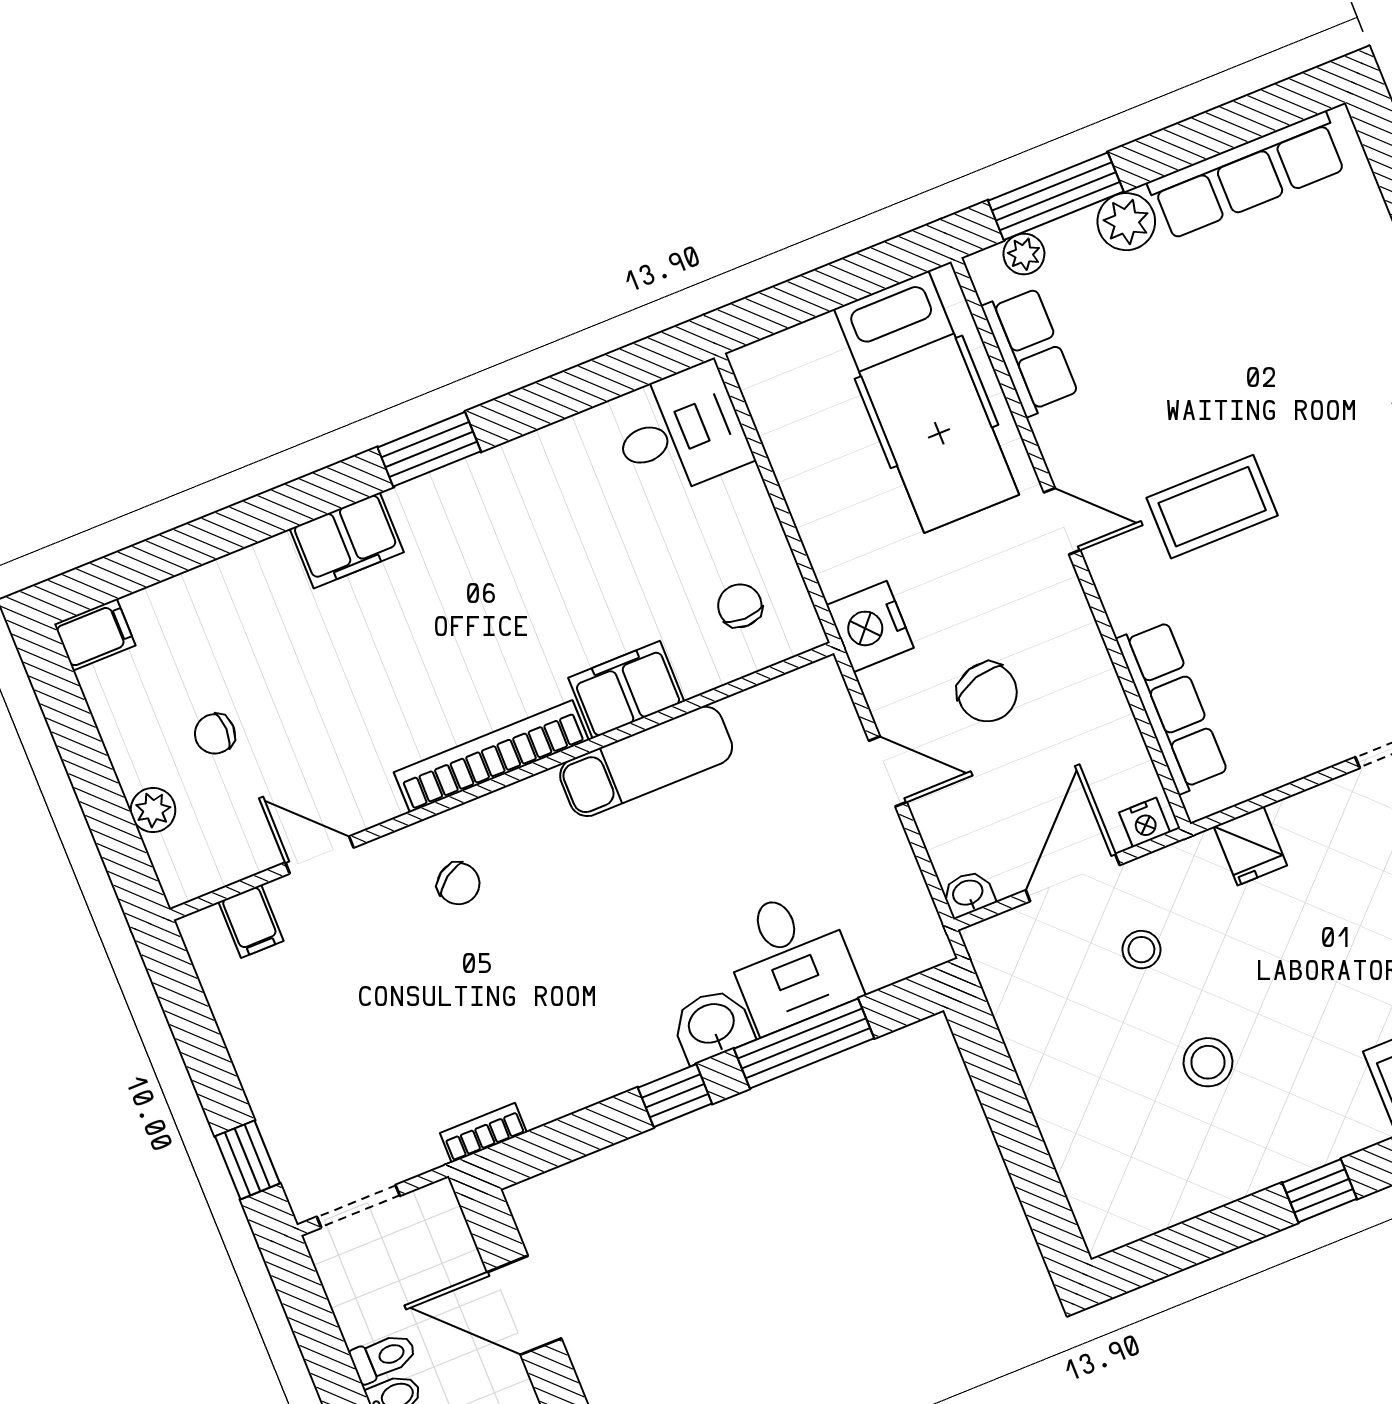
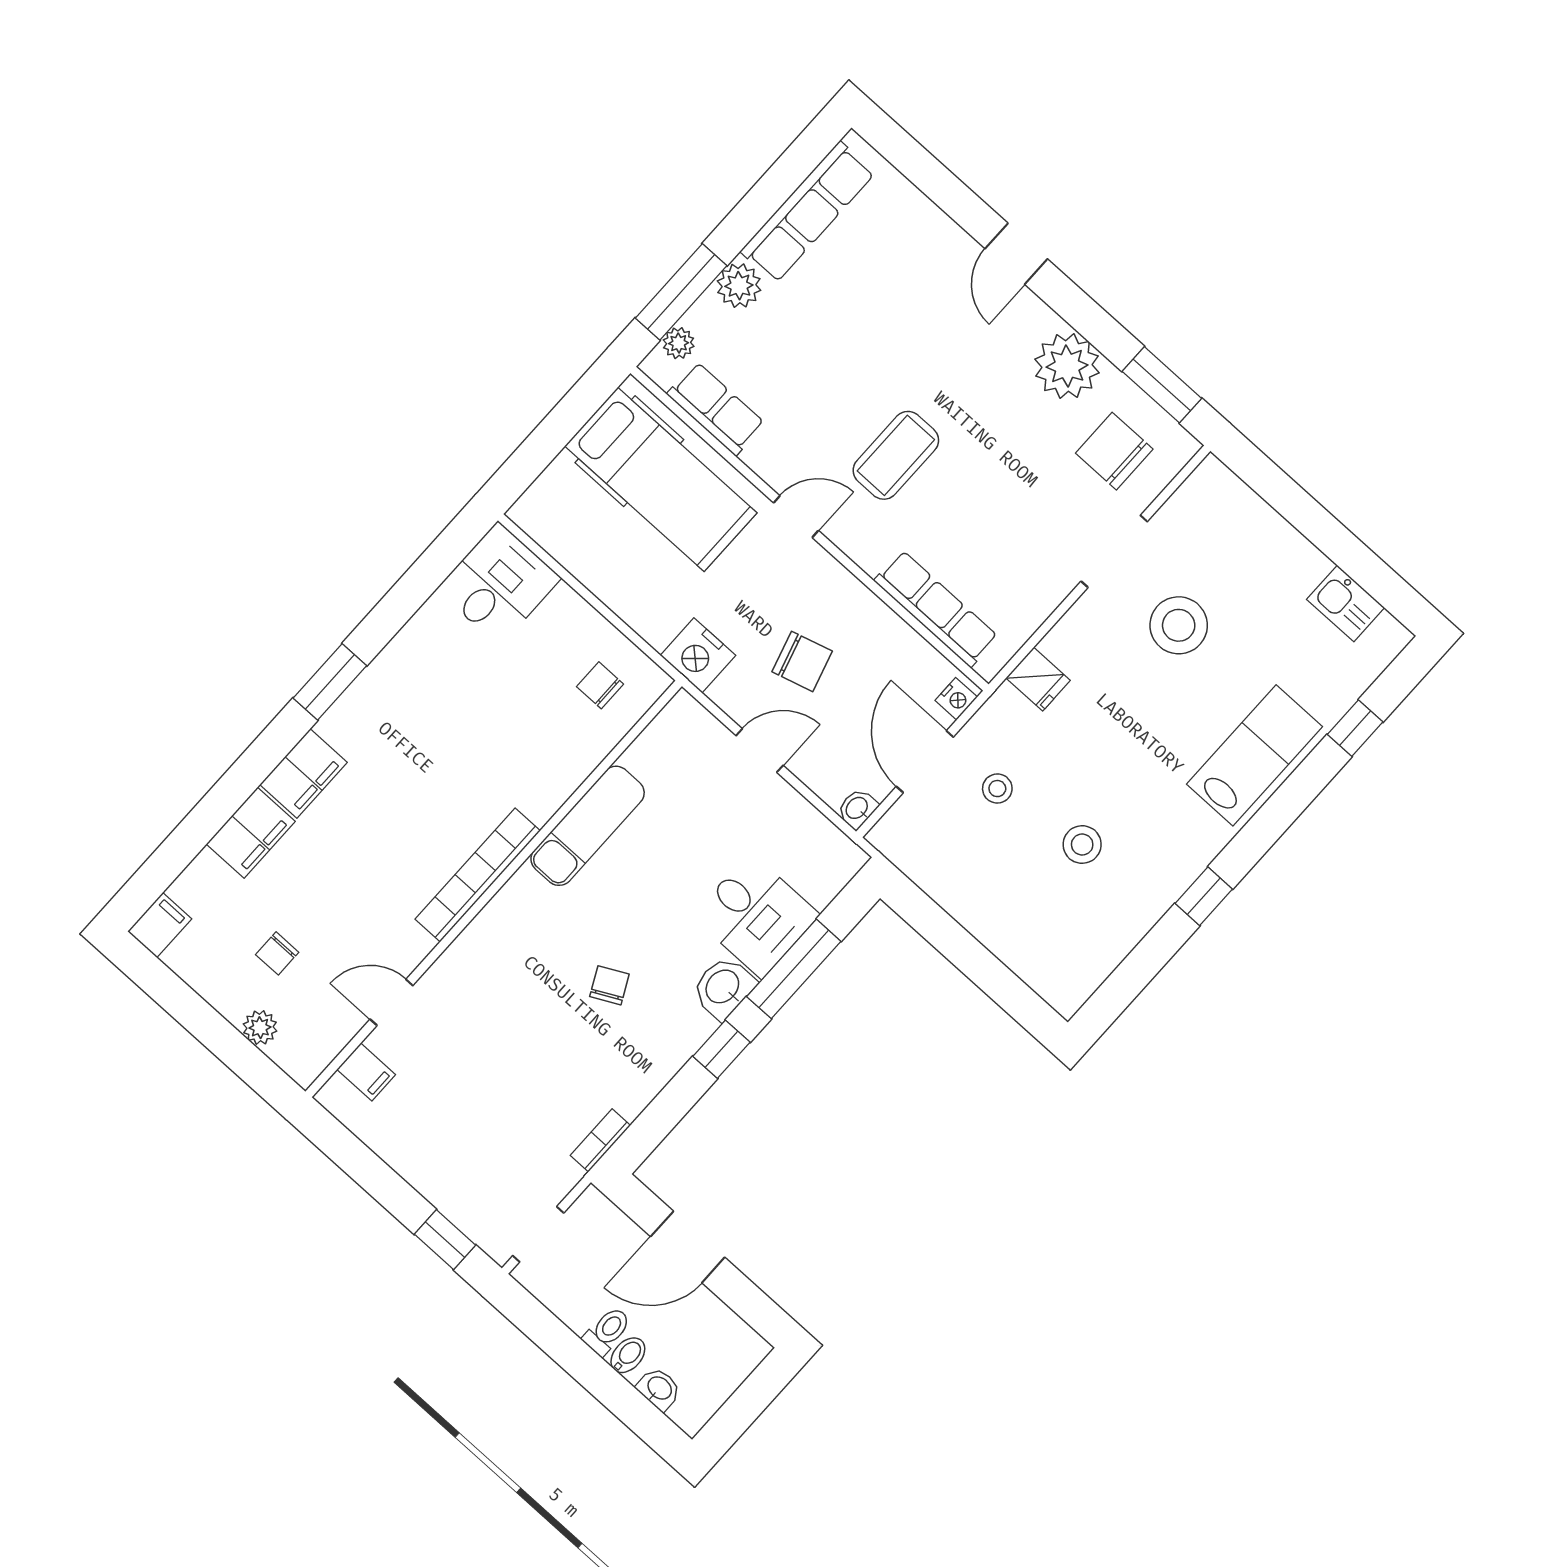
filing cabinet: (626, 690) -> (251, 833), moved, turned 180
chair: (459, 884) -> (609, 985), moved, turned -82

